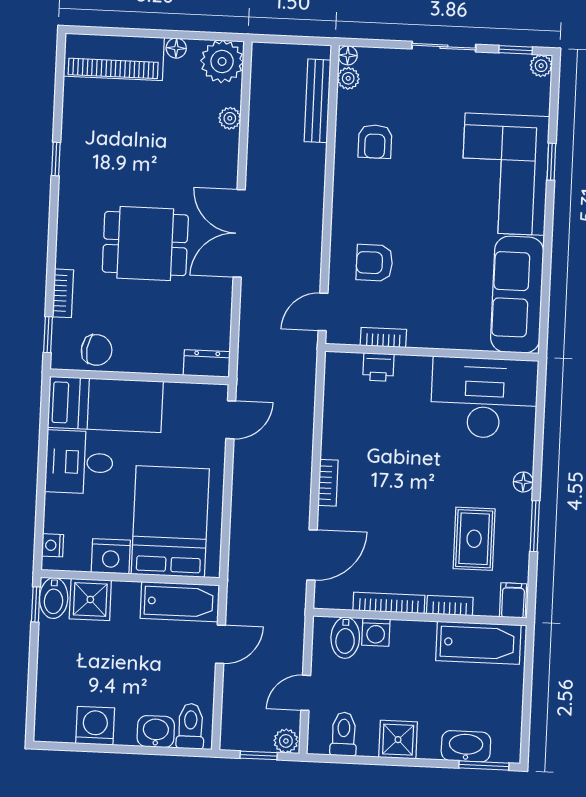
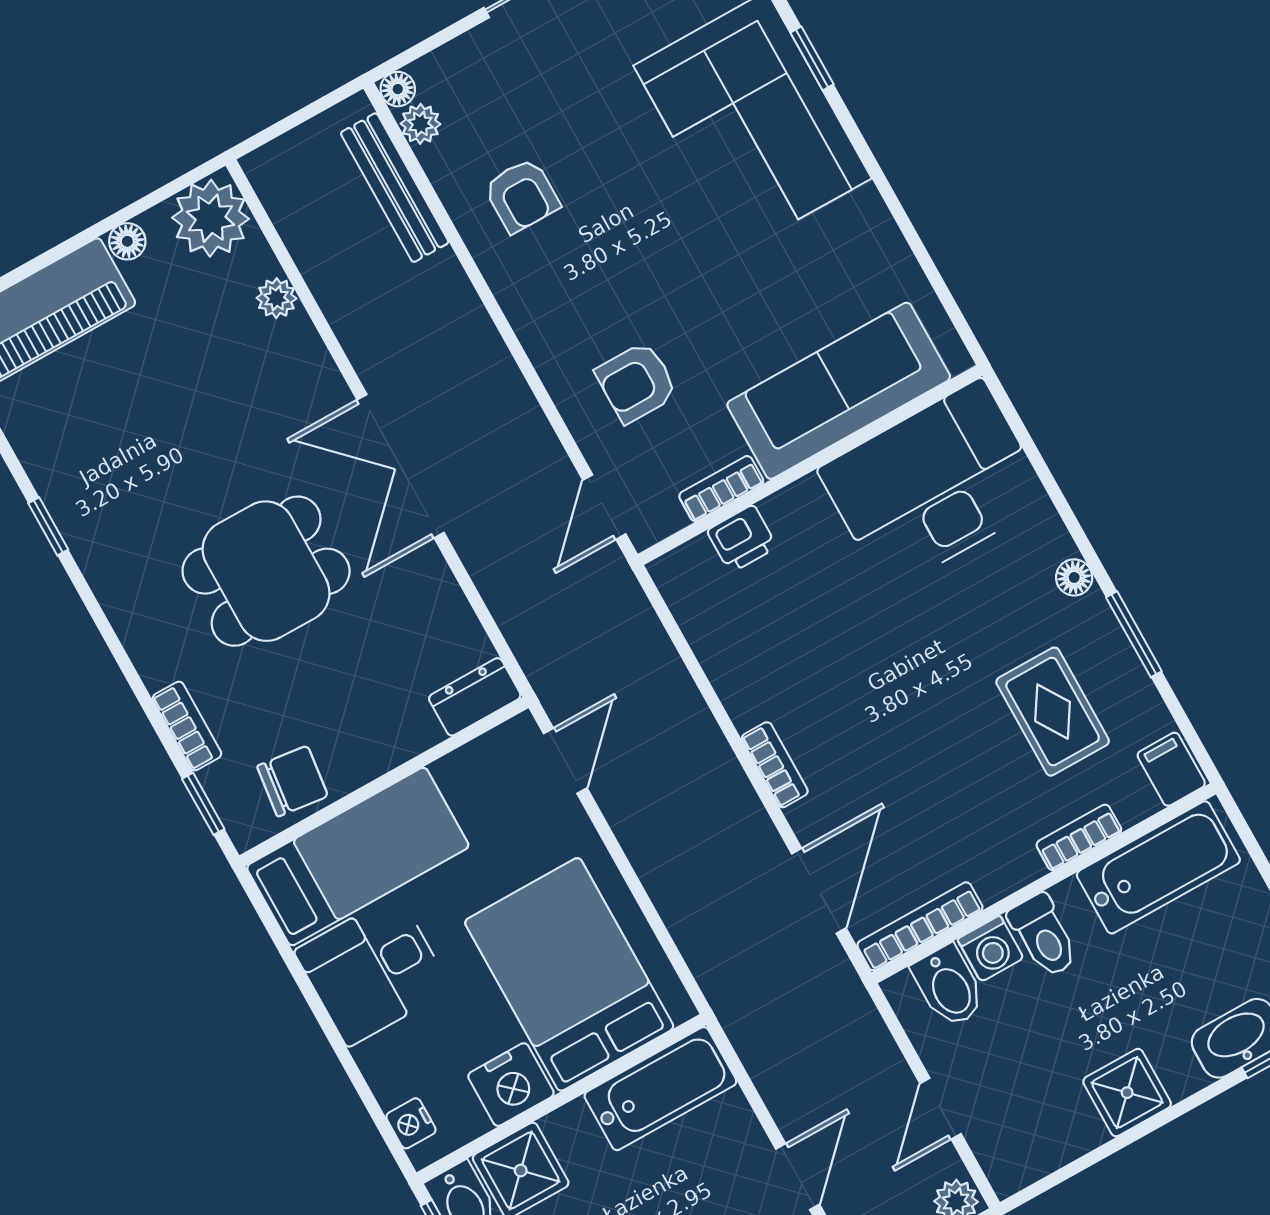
sofa: (517, 295) -> (839, 391), moved, turned 90
bookcase: (389, 603) -> (920, 926), moved
door: (220, 644) -> (798, 1177), moved
toilet: (344, 734) -> (1044, 936), moved, turned 180

